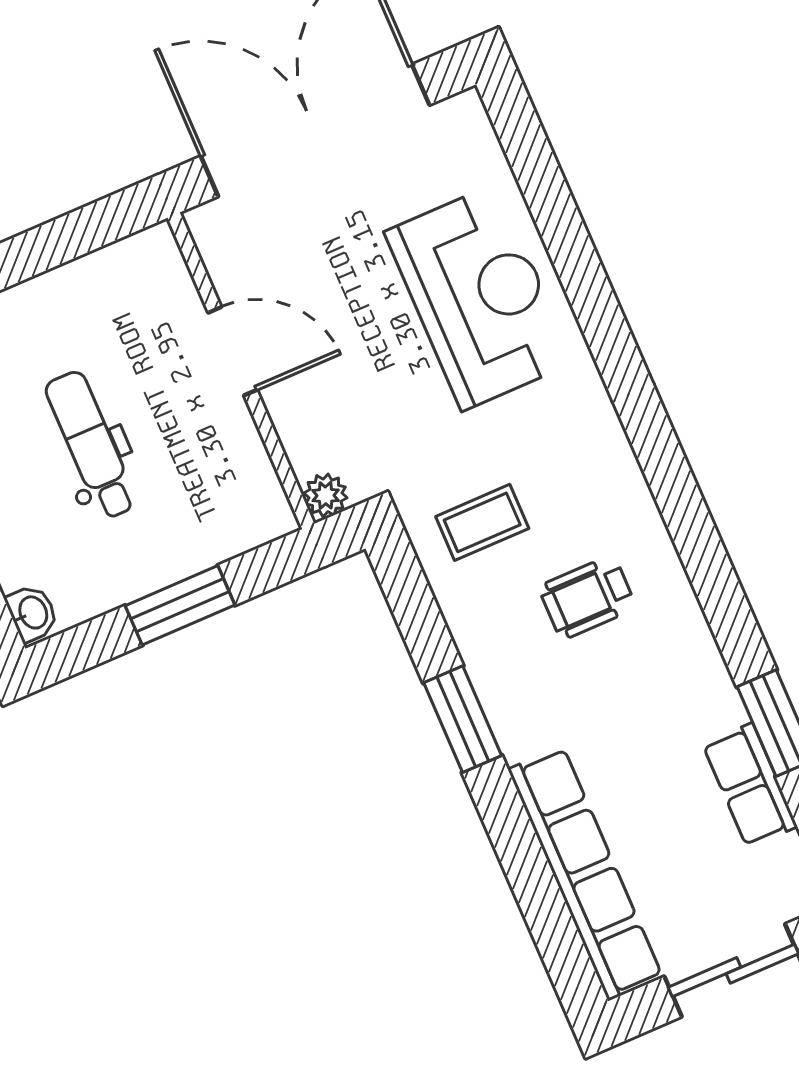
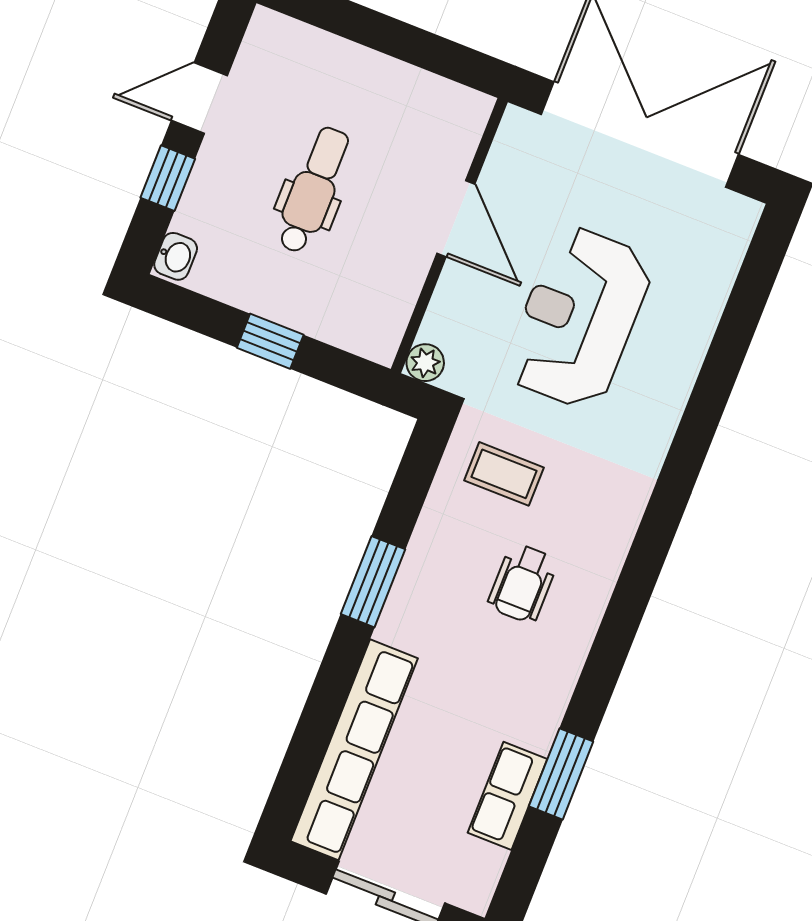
reception desk: (479, 297) -> (579, 318), moved, turned 180
wheelchair: (587, 597) -> (523, 583), turned -90
window: (180, 605) -> (270, 341), width x0.67

